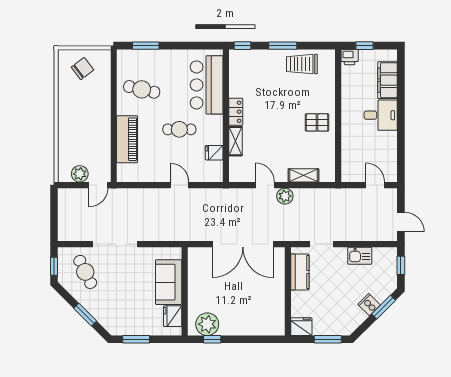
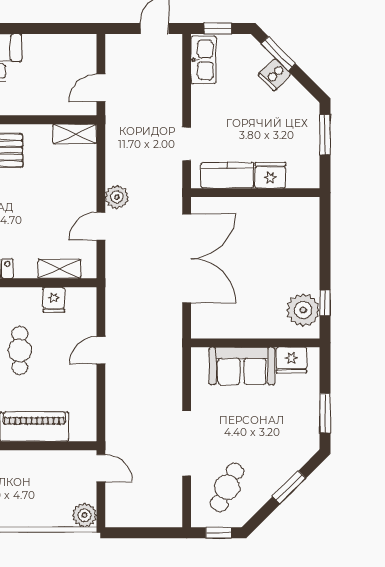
shelving: (235, 141) -> (59, 269), moved
plant: (80, 174) -> (84, 515), moved
shelving: (303, 175) -> (75, 134), moved, turned 90
door: (375, 185) -> (101, 88), moved
kitchen sink: (360, 256) -> (203, 60), moved, width x1.38
cafe table: (85, 272) -> (227, 487), turned -38
fridge: (301, 327) -> (270, 175), moved, turned 90

